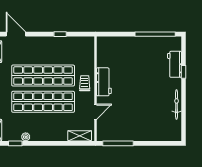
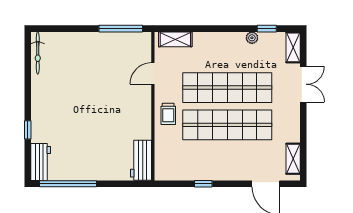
workbench: (175, 64) -> (41, 162), moved
workbench: (104, 82) -> (141, 160), moved
bicycle: (177, 105) -> (38, 53), moved

